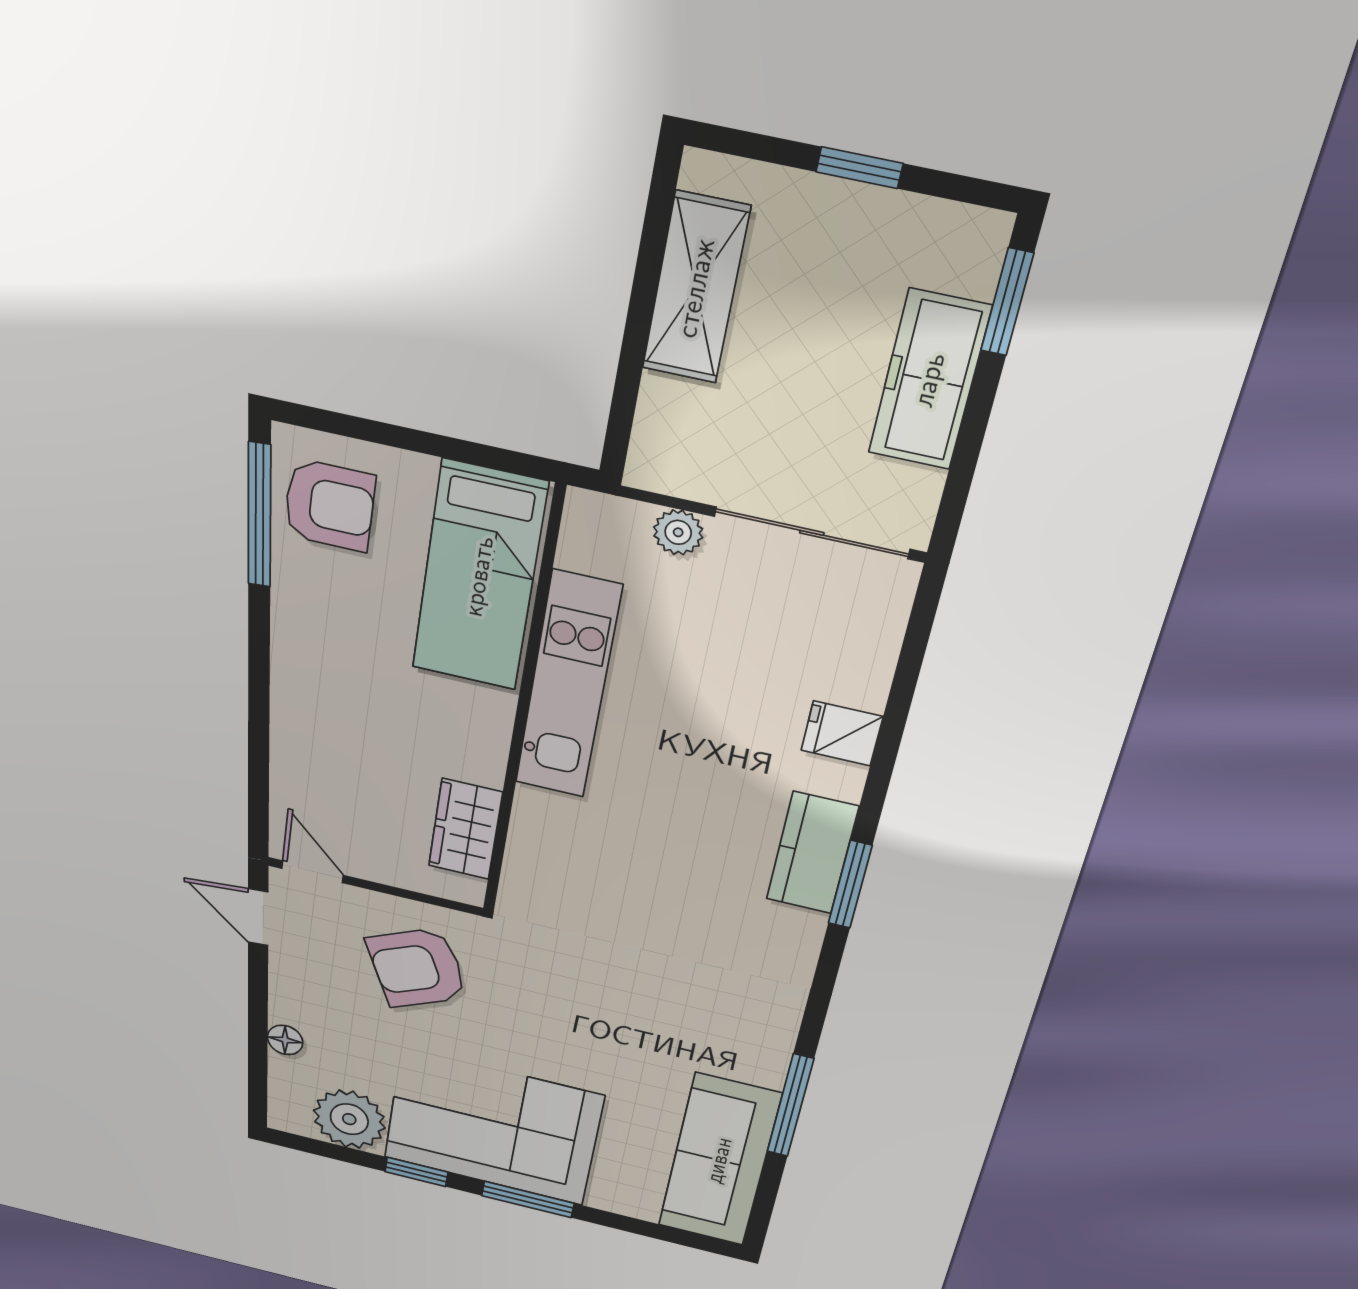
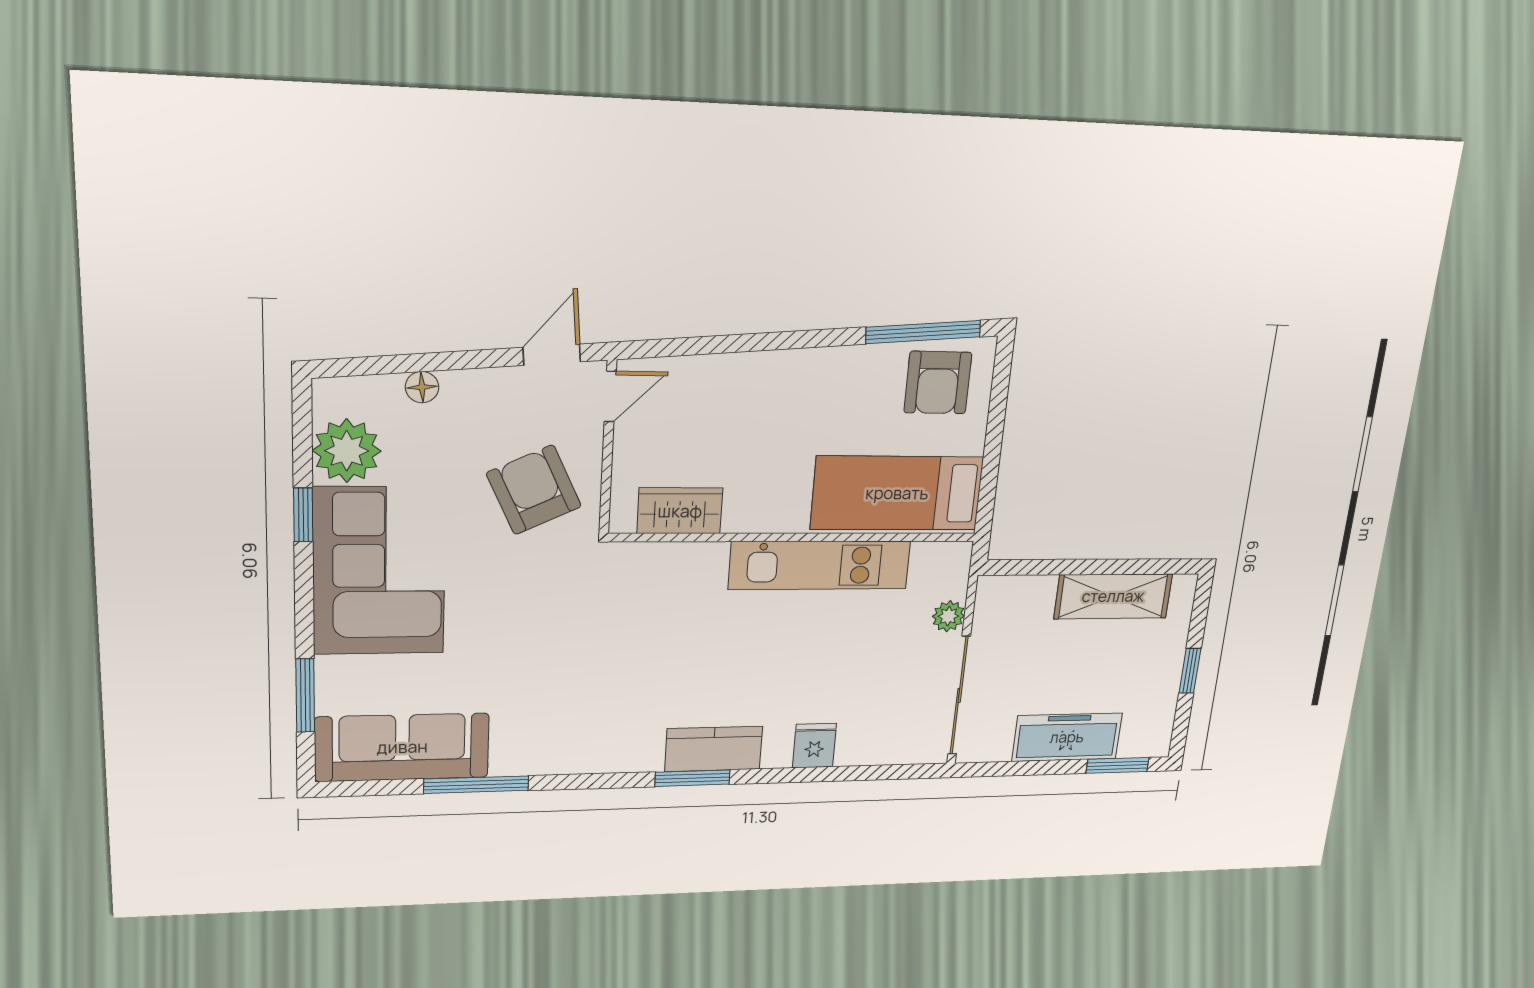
window: (528, 1199) -> (305, 696), moved

